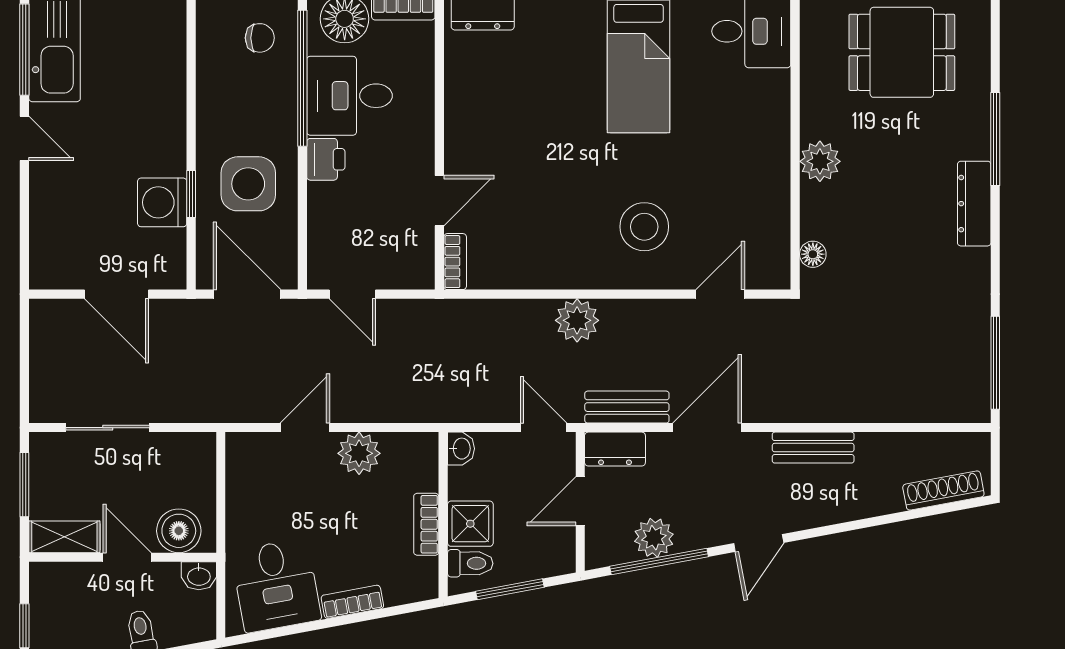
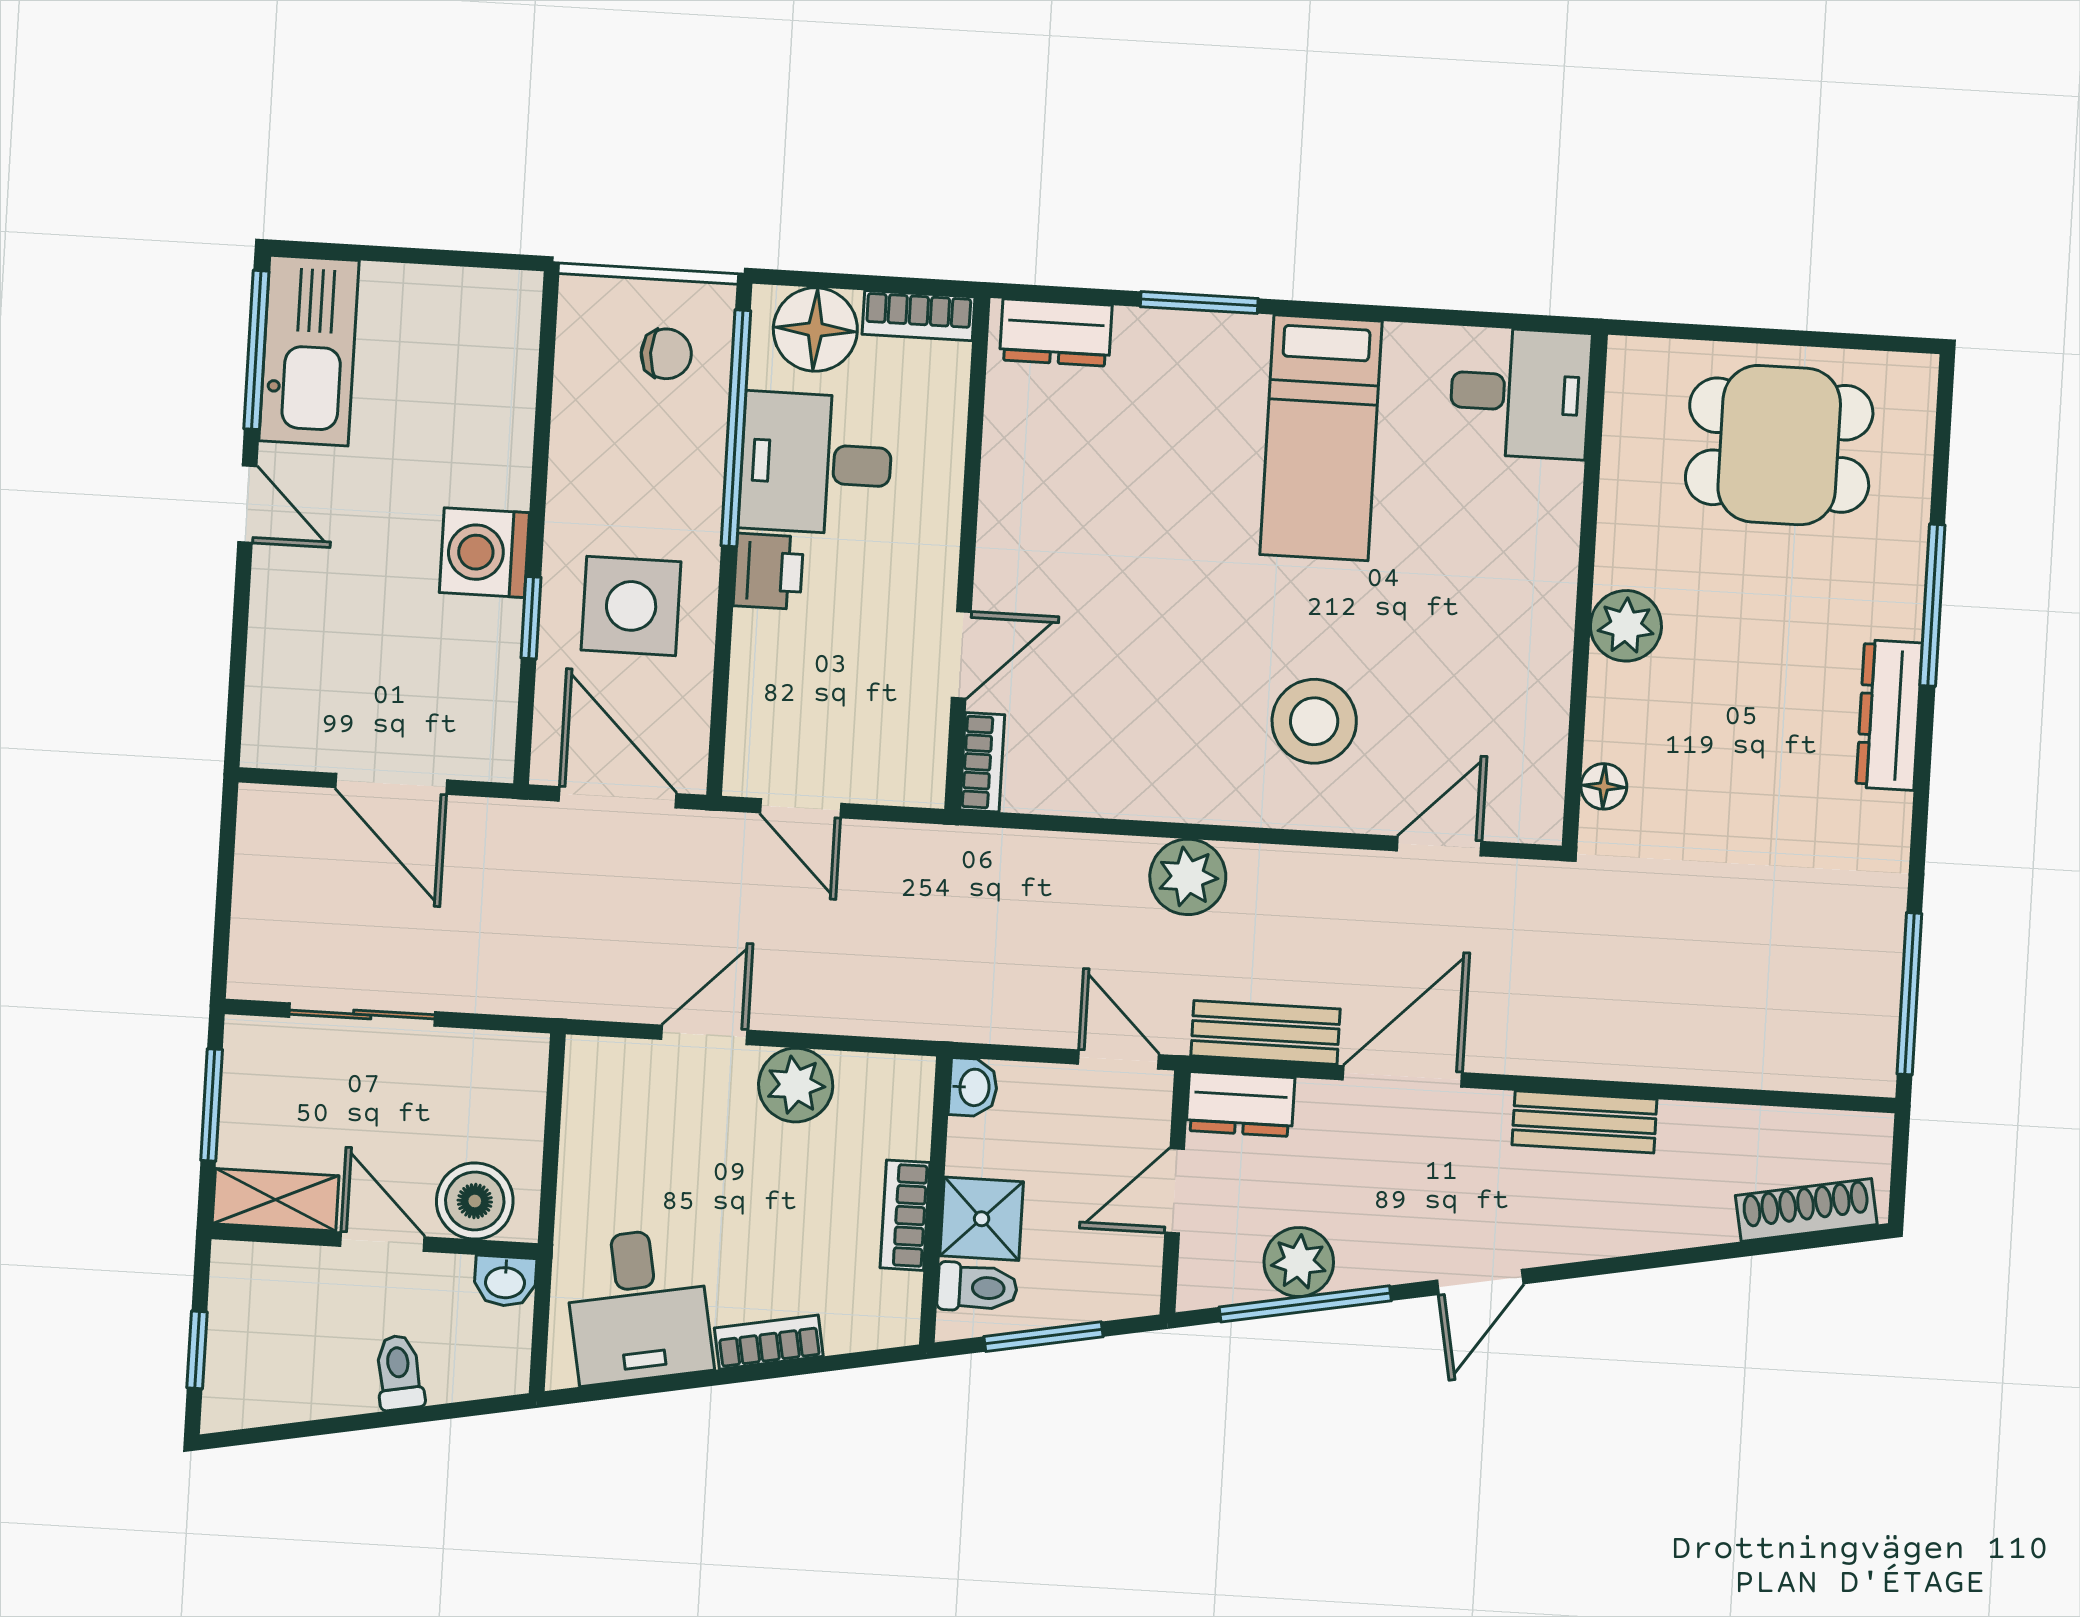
washing machine: (162, 202) -> (484, 553), moved

